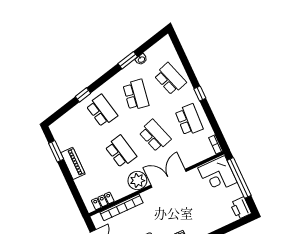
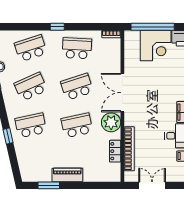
school desk: (136, 95) -> (31, 87), turned -33
corner desk: (217, 175) -> (156, 46), moved
locker: (103, 201) -> (115, 151), moved

